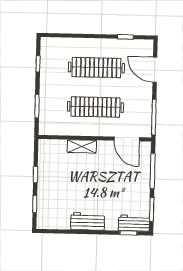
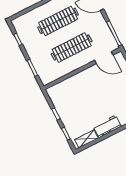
shelving: (82, 146) -> (86, 139), moved

